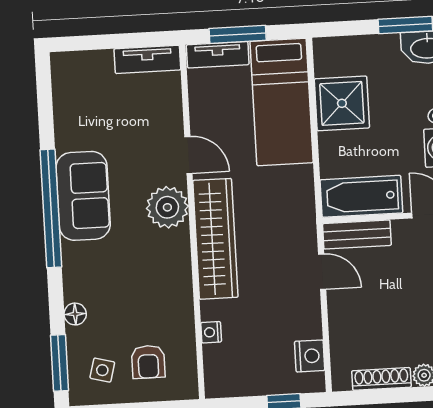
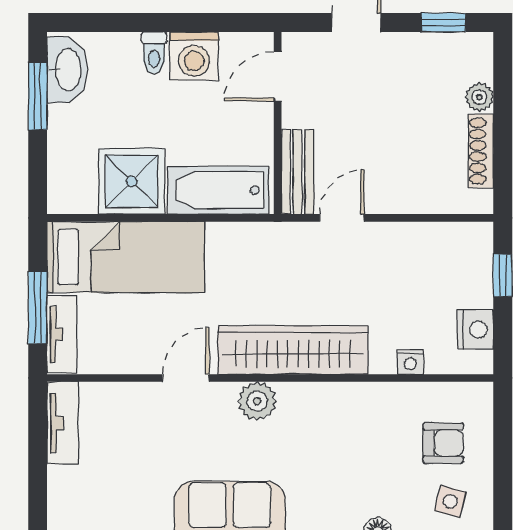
bathtub: (361, 196) -> (218, 190), moved, turned 90
plant: (167, 207) -> (257, 401), width x0.73, depth x0.73
nightstand: (310, 356) -> (476, 330), moved, turned 90

